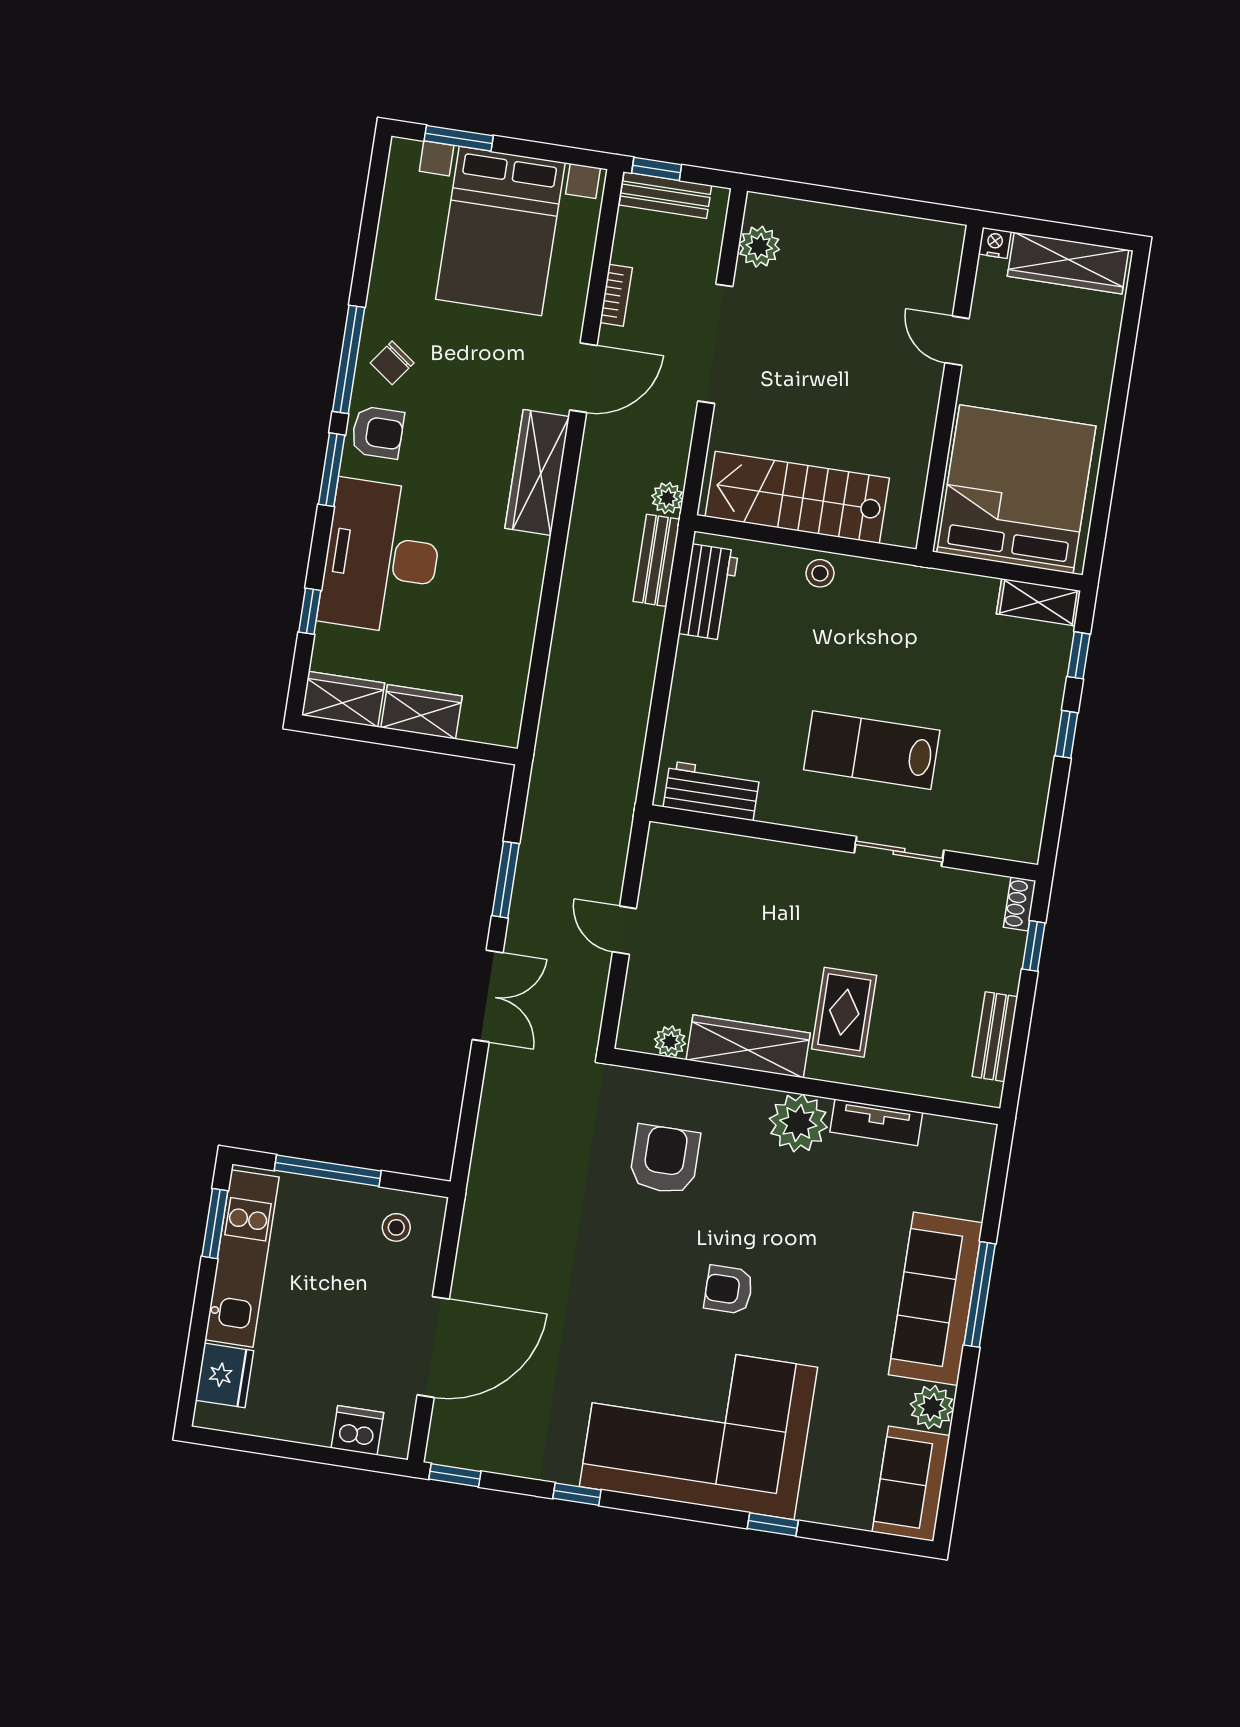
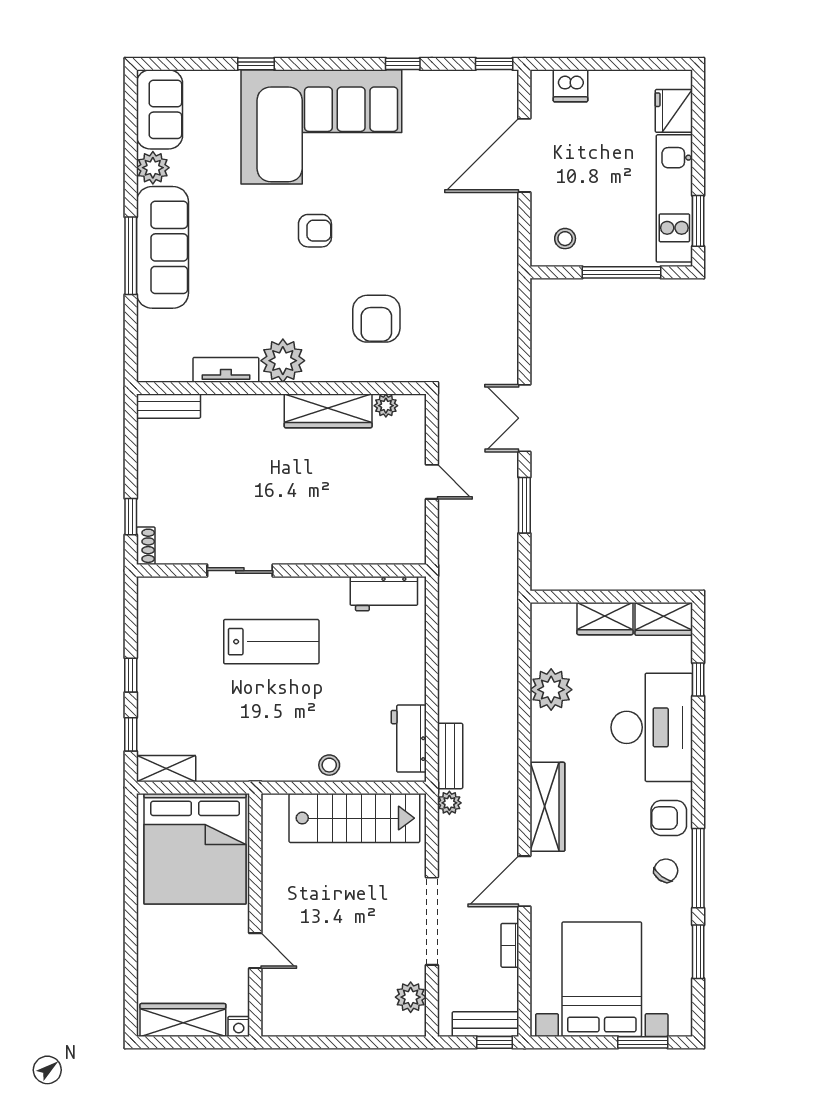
window: (332, 470) -> (698, 952), moved
plant: (508, 628) -> (551, 690), added
rug: (844, 1012) -> (262, 447), removed
bench: (995, 1037) -> (168, 406), moved, turned 90

